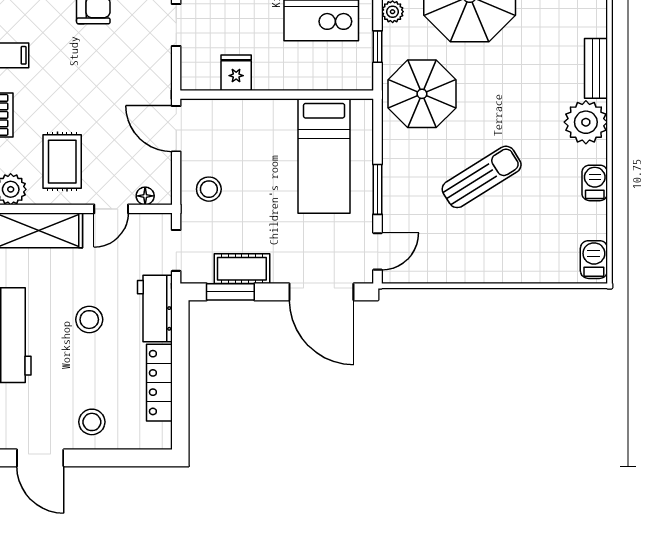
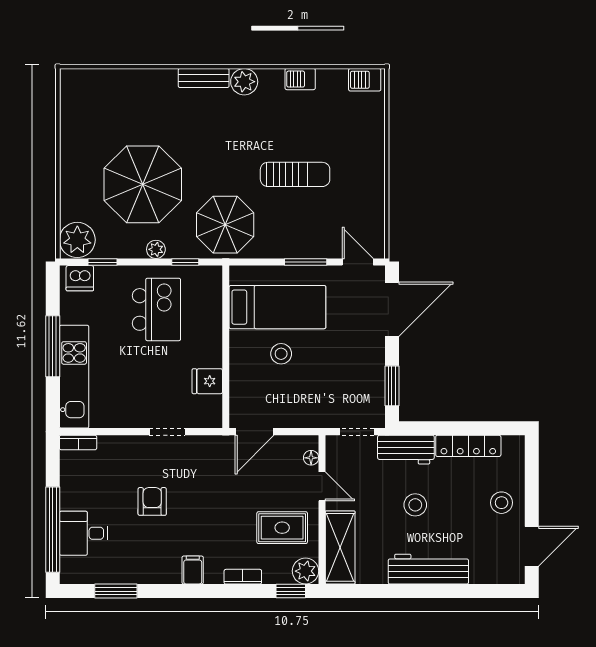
plant: (586, 122) -> (244, 82), width x0.73, depth x0.73
sun lounger: (482, 177) -> (295, 174), turned 122
stool: (209, 189) -> (281, 354), moved
cot: (242, 269) -> (372, 376), removed

